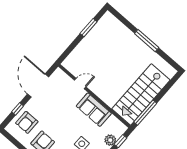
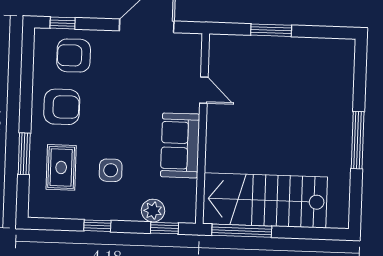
window: (89, 28) -> (271, 30), moved
window: (18, 109) -> (63, 23), moved

